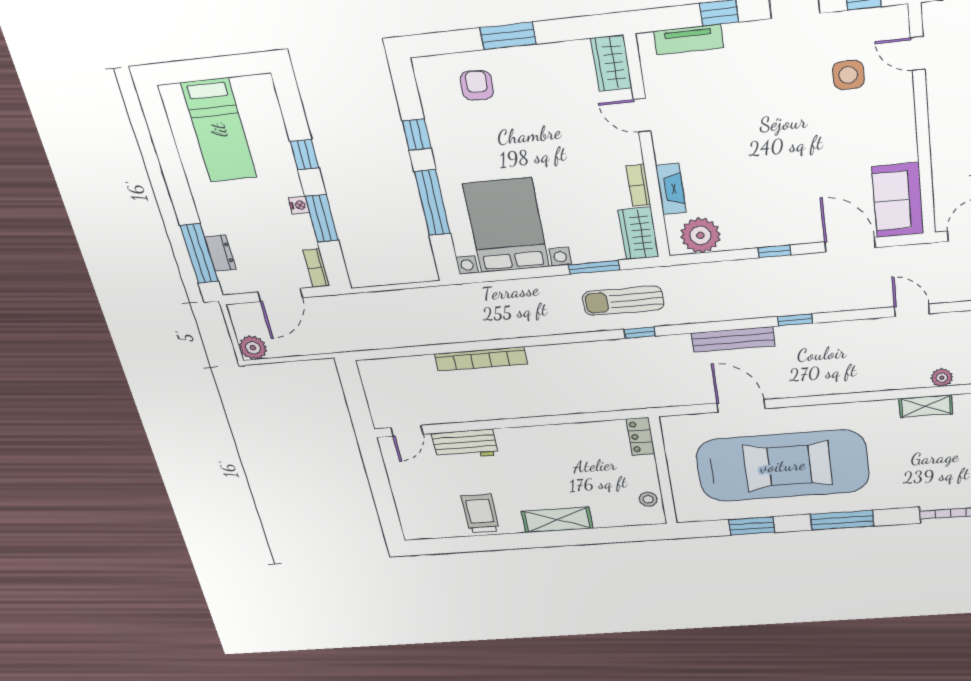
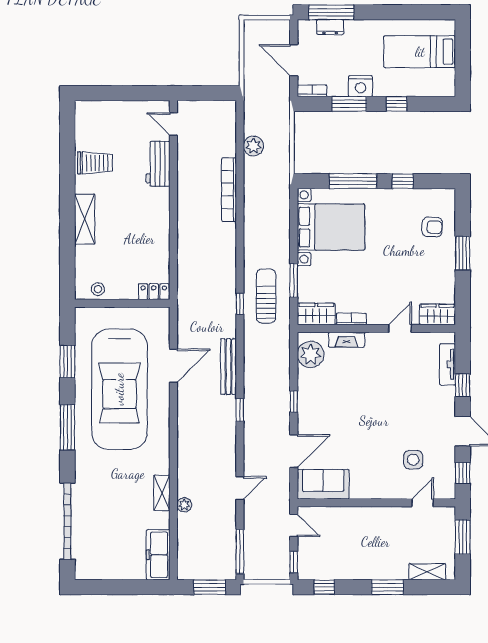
nightstand: (299, 205) -> (360, 86), width x1.89, depth x1.79
plant: (253, 348) -> (253, 146), moved

